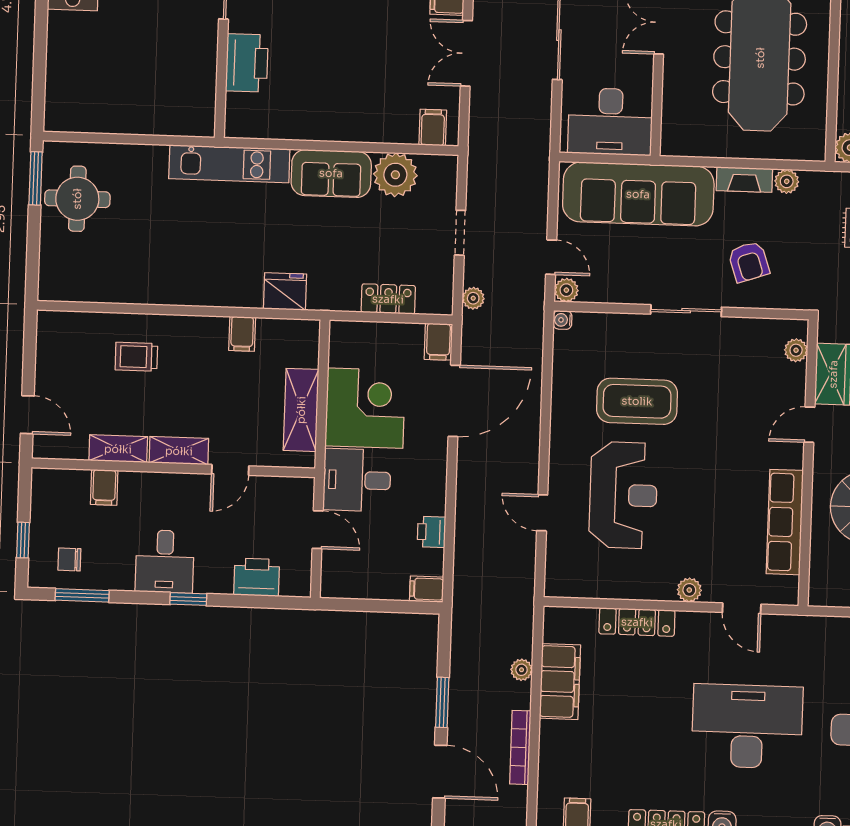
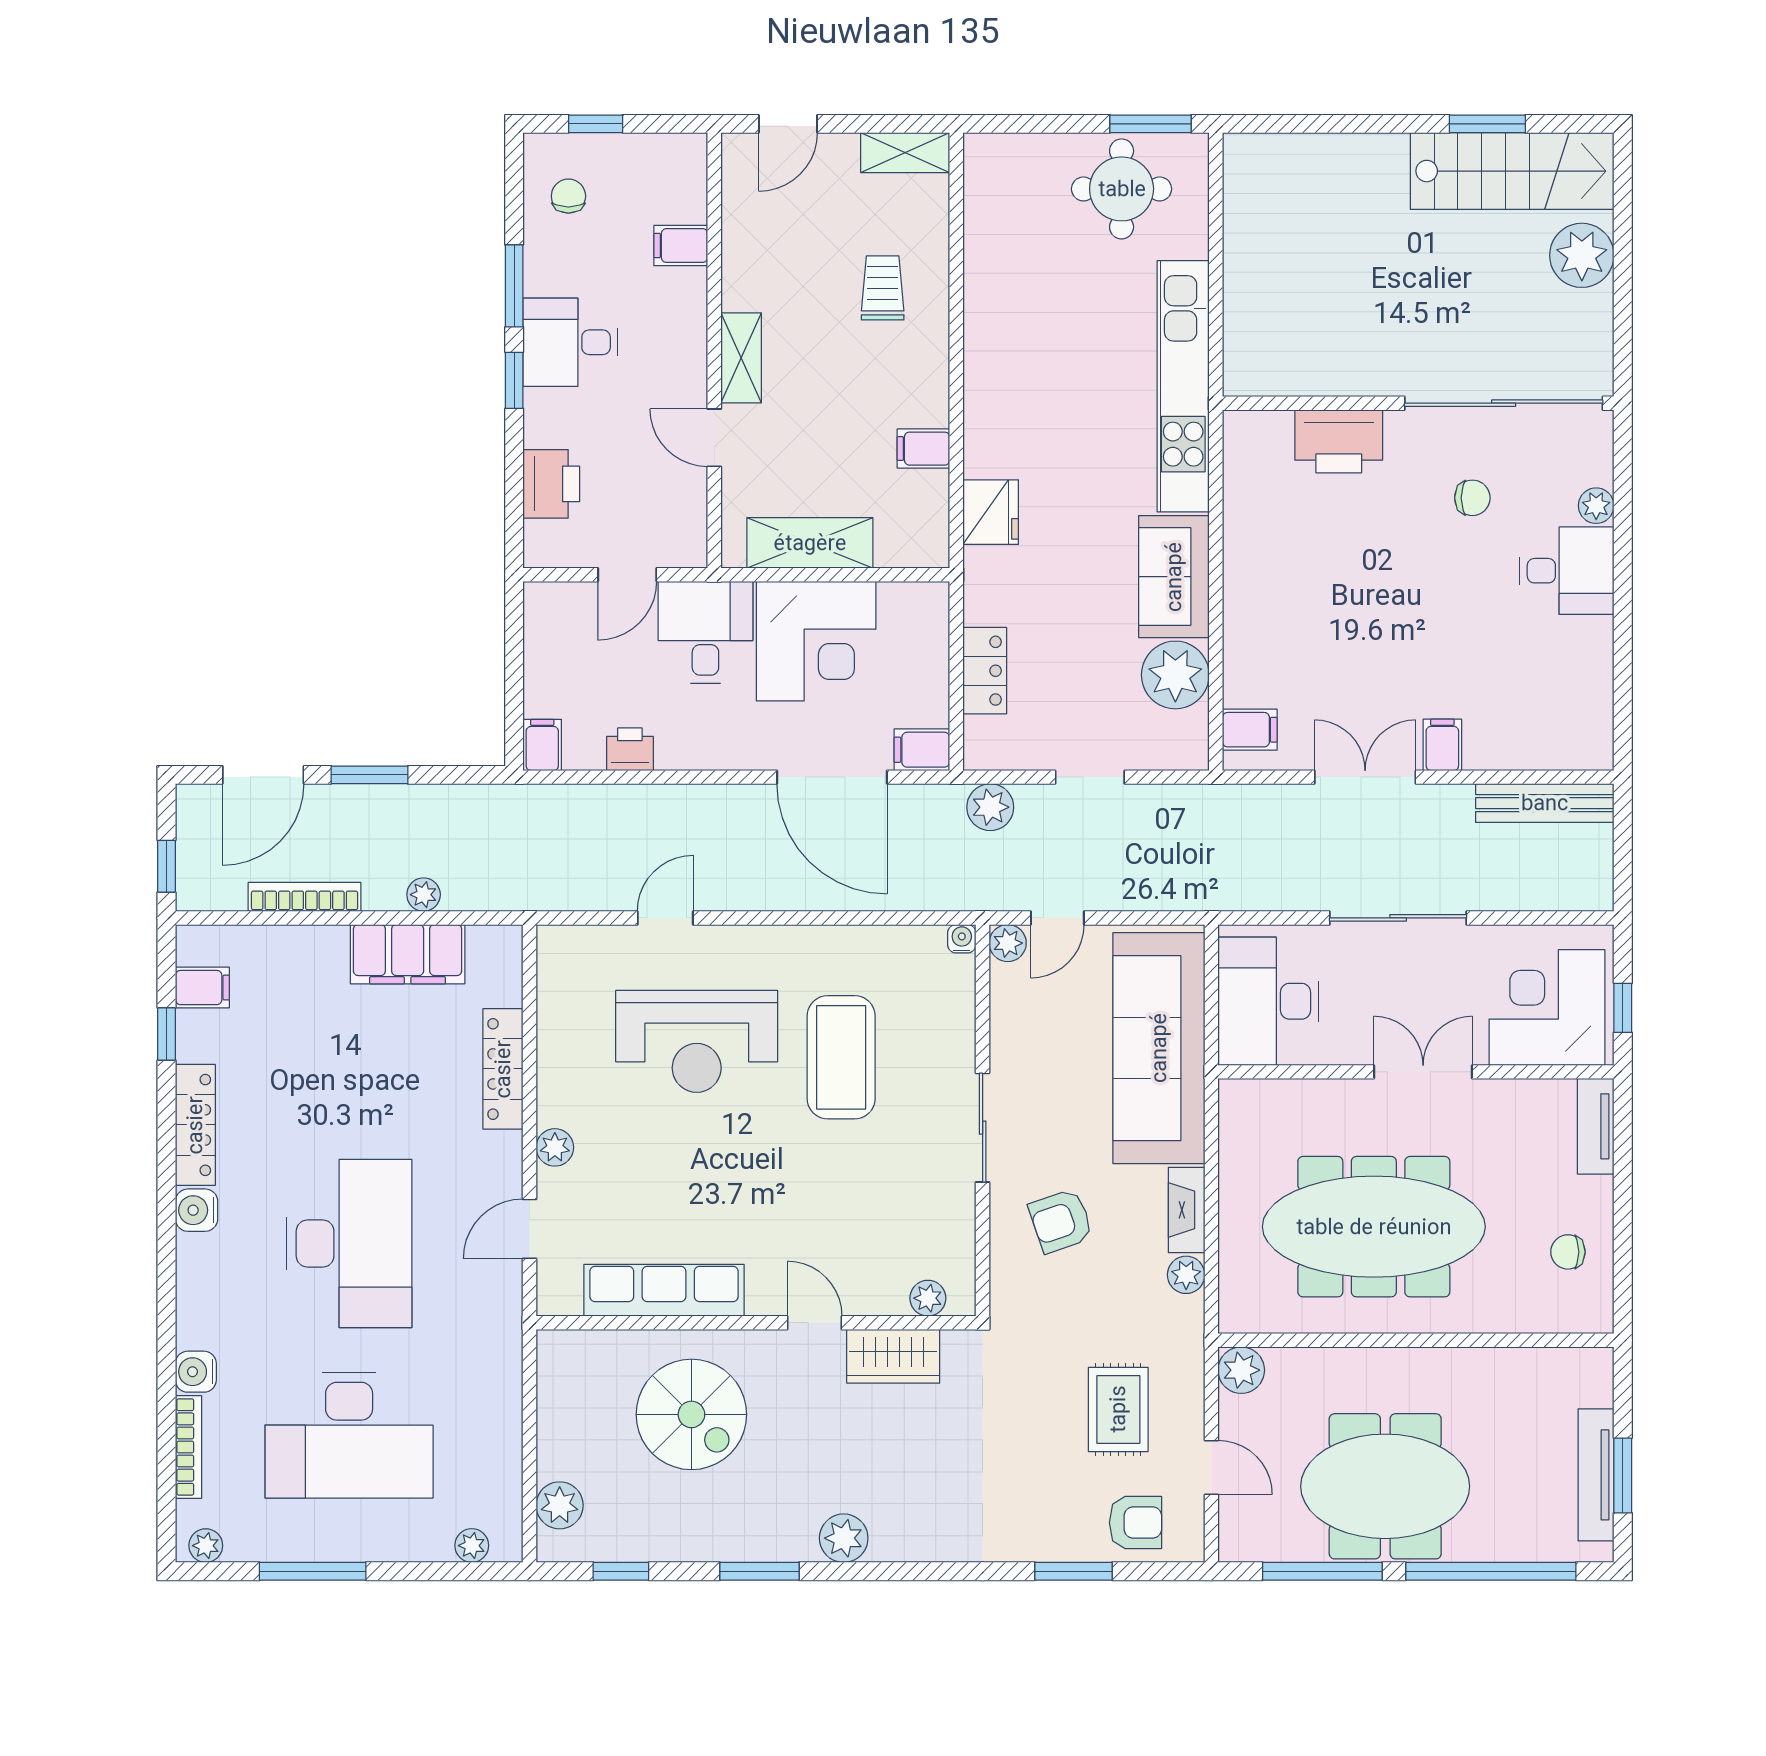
kitchen unit: (229, 164) -> (1183, 386), width x1.36
plant: (473, 298) -> (990, 807), width x1.38, depth x1.38
shelving: (118, 449) -> (905, 153), moved, turned 90
window: (82, 595) -> (514, 286), moved

